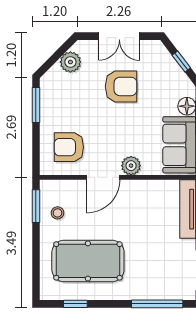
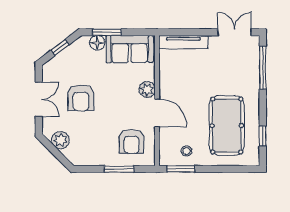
armchair: (121, 86) -> (81, 98), turned 180
window: (36, 105) -> (119, 169), moved

